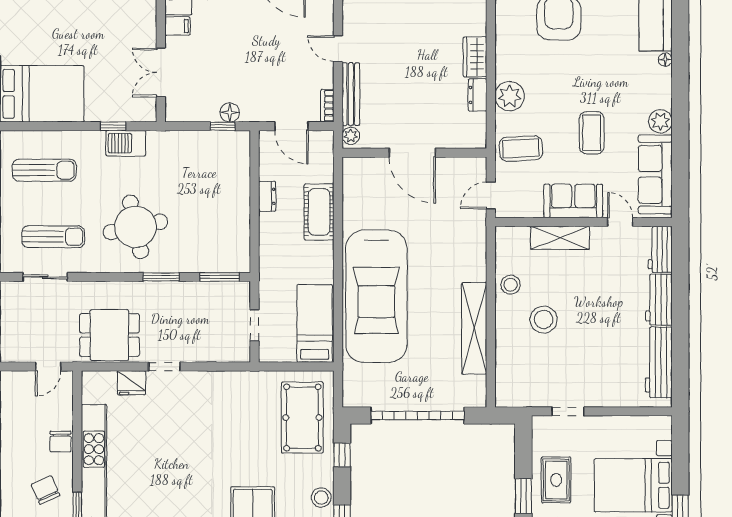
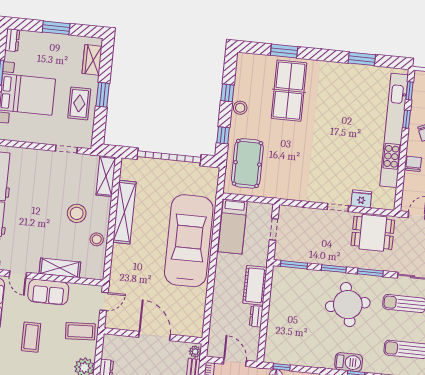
cot: (319, 212) -> (255, 285), moved
window: (107, 277) -> (370, 272), added
shelving: (507, 378) -> (106, 176), added

